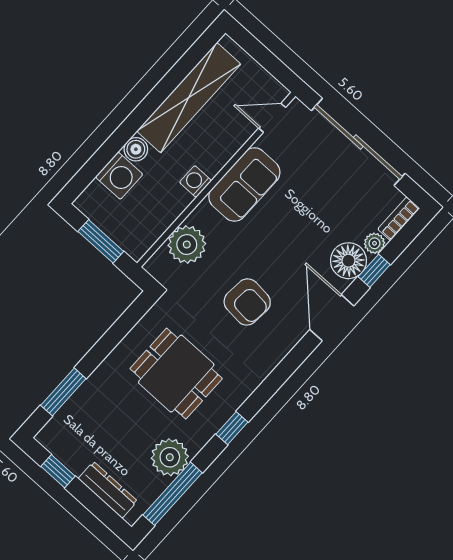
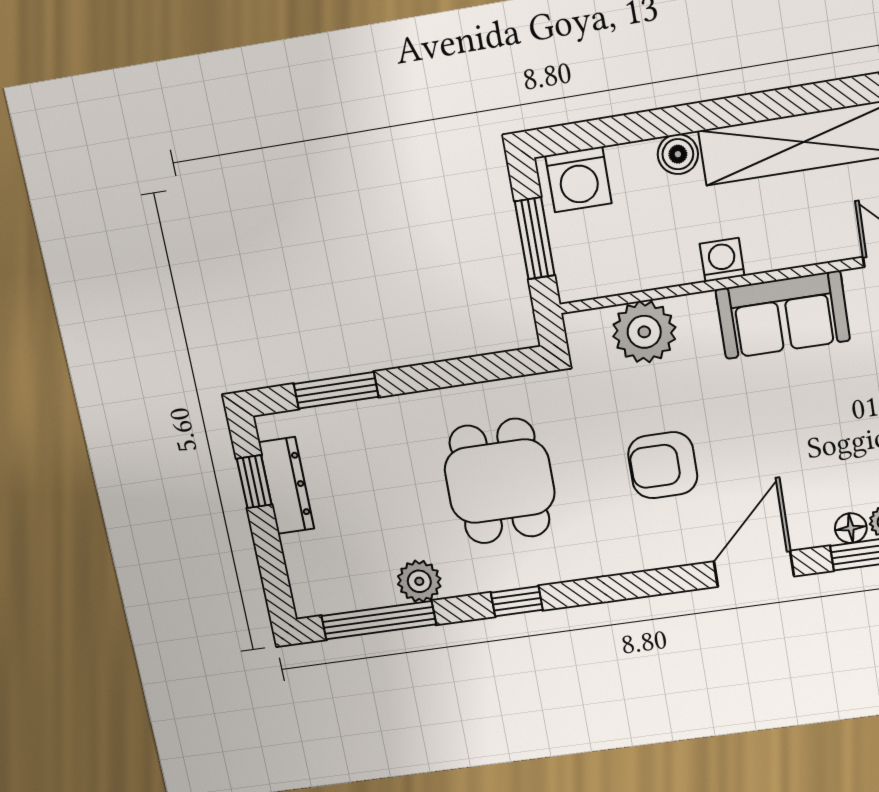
washing machine: (119, 176) -> (578, 179), moved
floor lamp: (348, 261) -> (851, 528), width x0.53, depth x0.53
armchair: (247, 302) -> (663, 465), turned 85
plant: (170, 457) -> (419, 581), width x0.73, depth x0.73
dresser: (108, 490) -> (286, 486), moved

